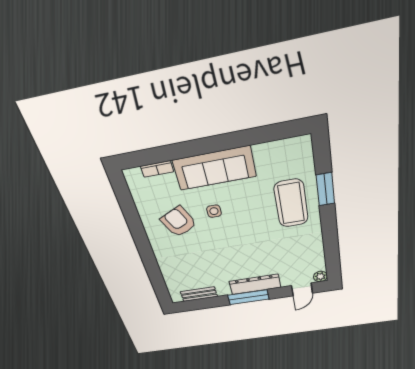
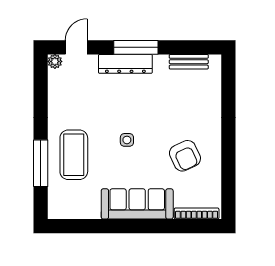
bookcase: (157, 169) -> (197, 213), width x1.56
window: (325, 189) -> (41, 163), width x1.44
side table: (214, 211) -> (127, 140), moved

